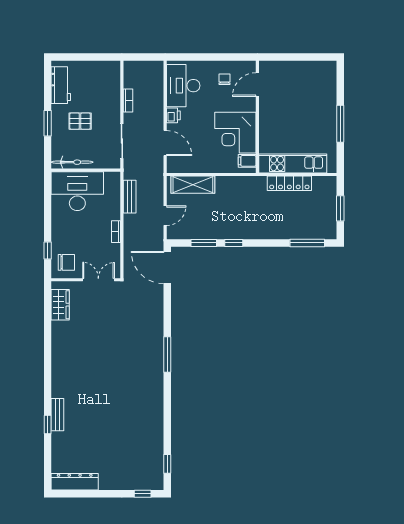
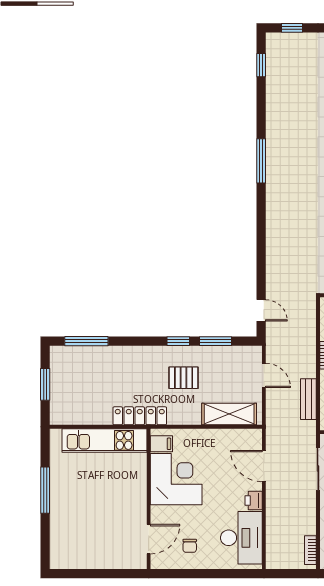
bookcase: (128, 101) -> (310, 550), moved
locker: (289, 183) -> (140, 416), moved
pallet: (229, 214) -> (184, 378), added
door: (165, 216) -> (264, 375), swing flipped
door: (167, 268) -> (261, 310), width x0.53
window: (167, 355) -> (261, 161), moved

